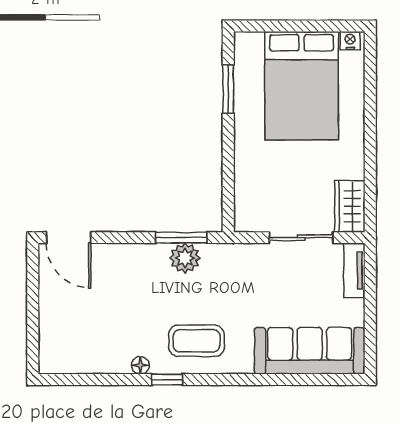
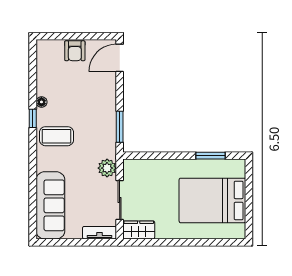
nightstand: (350, 41) -> (240, 230), removed
plant: (185, 258) -> (107, 168), moved
armchair: (57, 311) -> (75, 51), added
coffee table: (196, 341) -> (57, 136), turned 90

